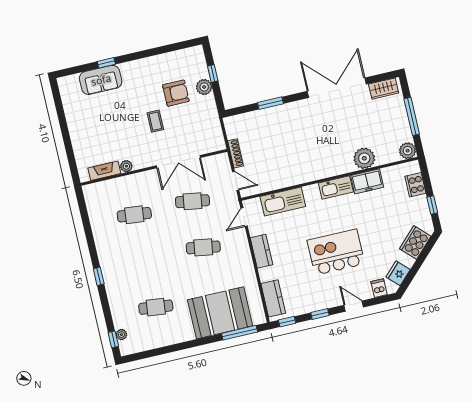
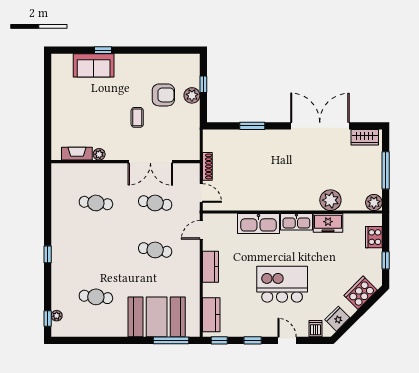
kitchen sink: (283, 202) -> (258, 224), moved

